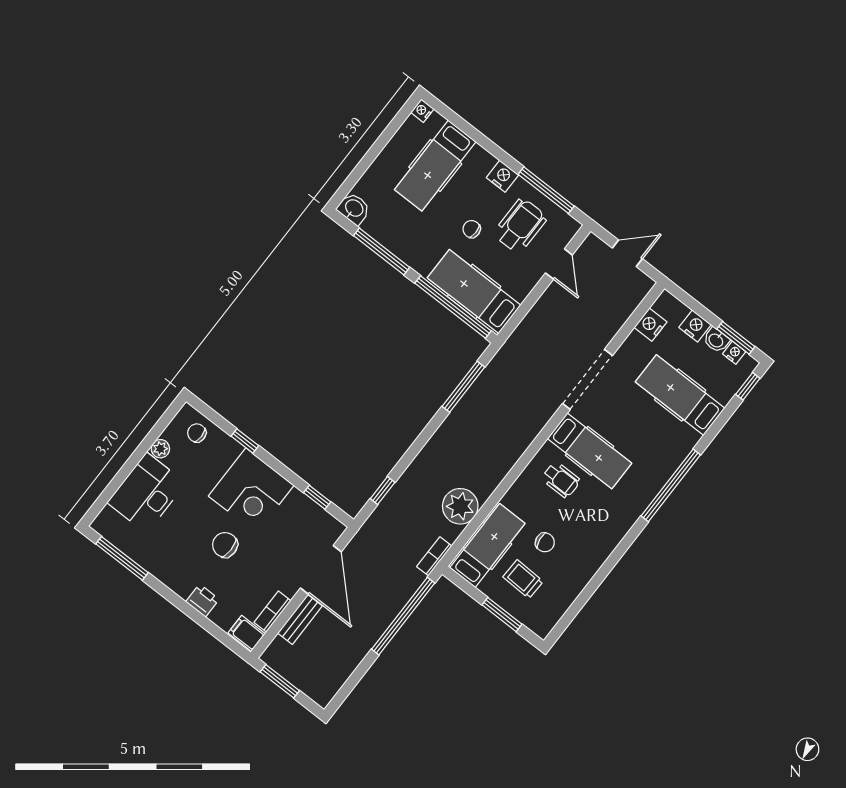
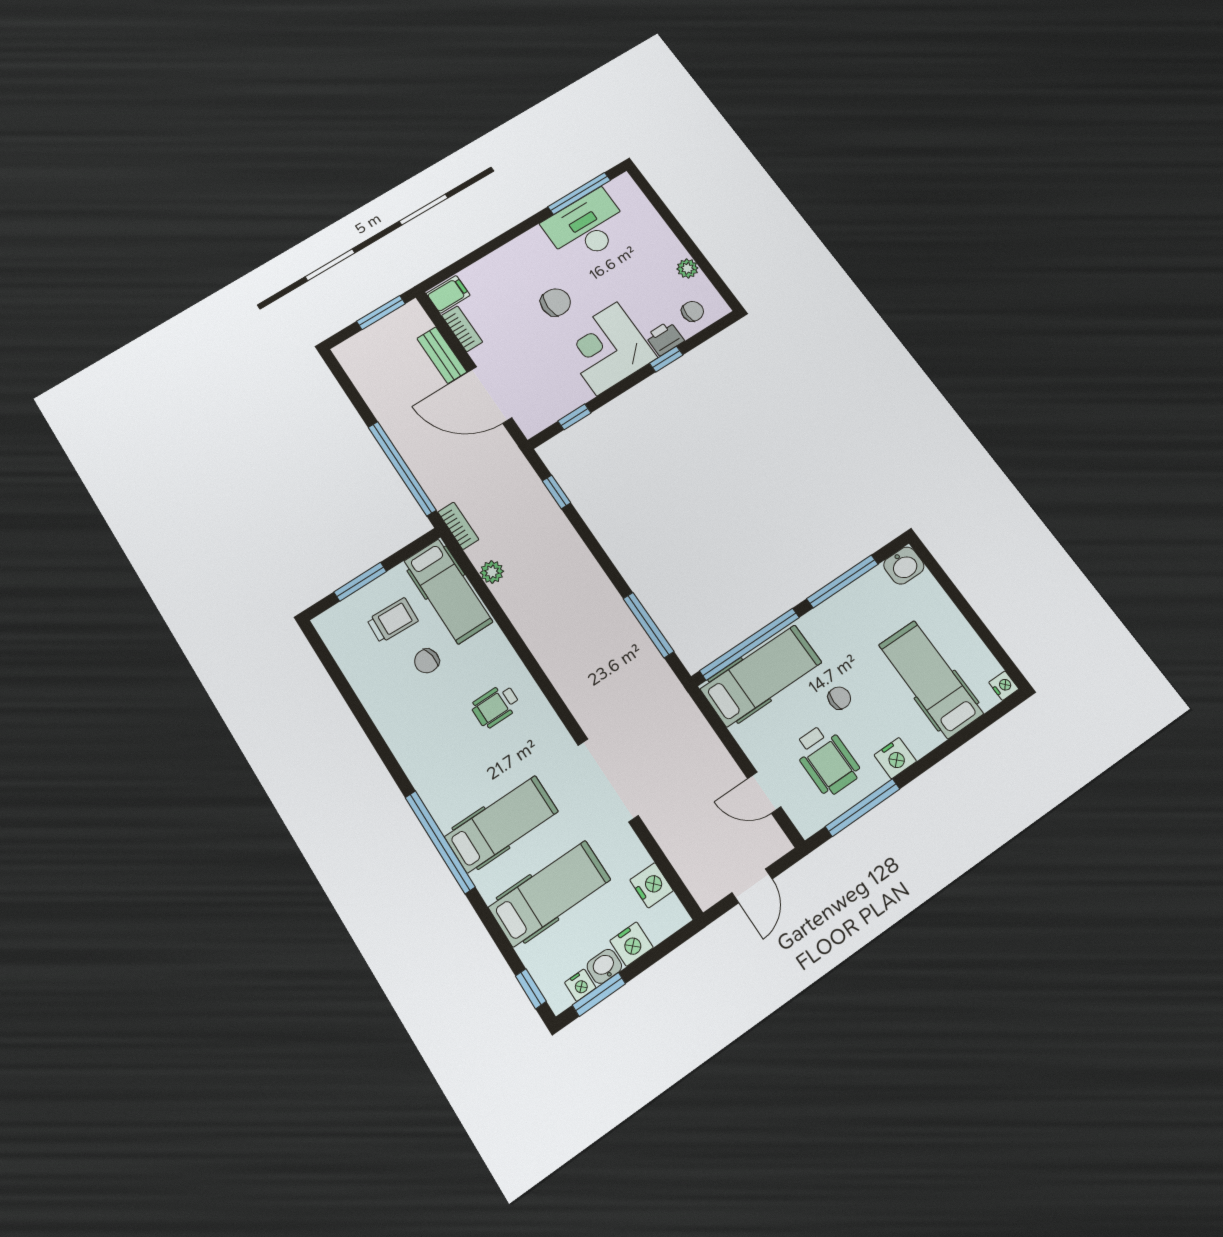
hospital bed: (590, 451) -> (501, 824), moved, turned 180
desk: (147, 493) -> (587, 227), moved, turned -90
plant: (460, 506) -> (492, 572), width x0.53, depth x0.53
printer: (202, 601) -> (665, 338), moved, turned 180

